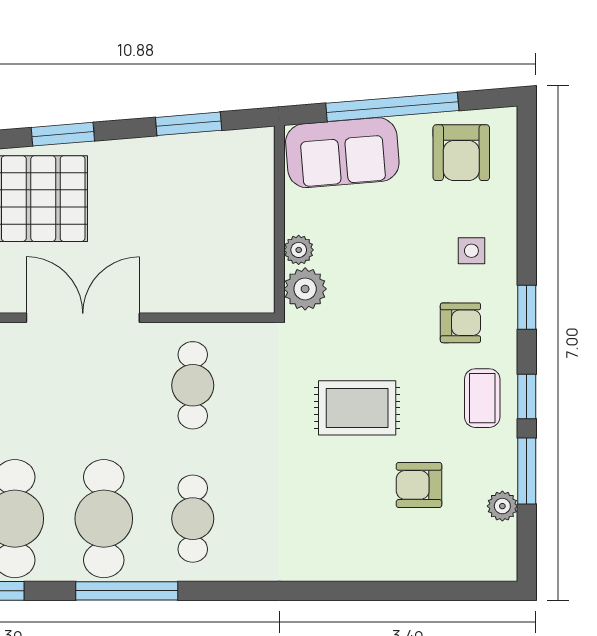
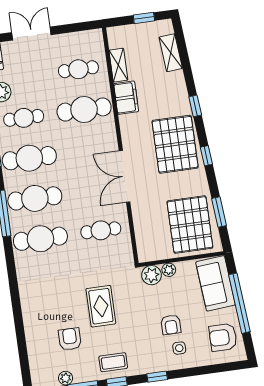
window: (63, 134) -> (206, 156), width x0.67
pallet: (207, 190) -> (190, 225), added
double door: (83, 318) -> (124, 176), swing flipped
armchair: (460, 323) -> (171, 325), moved
cafe table: (193, 519) -> (40, 239), width x1.37, depth x1.35

